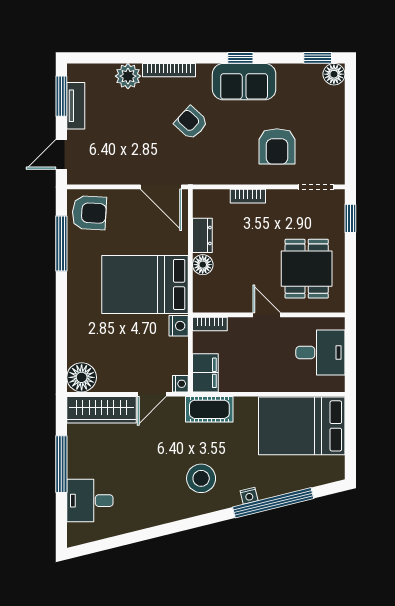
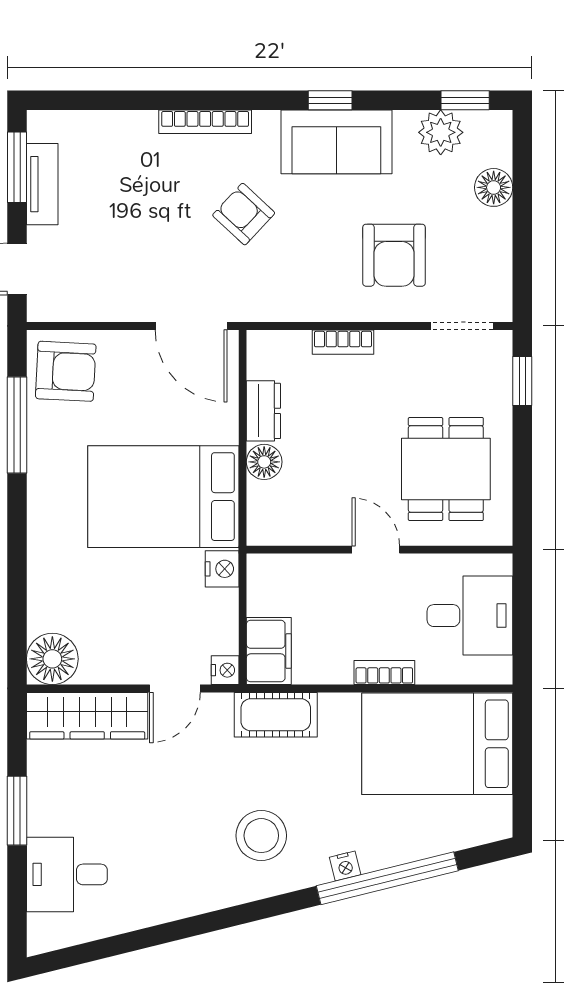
floor lamp: (334, 74) -> (494, 187), moved
plant: (128, 76) -> (441, 132), moved
bookcase: (210, 324) -> (384, 673), moved, turned 180
window: (61, 464) -> (17, 811), width x0.69

